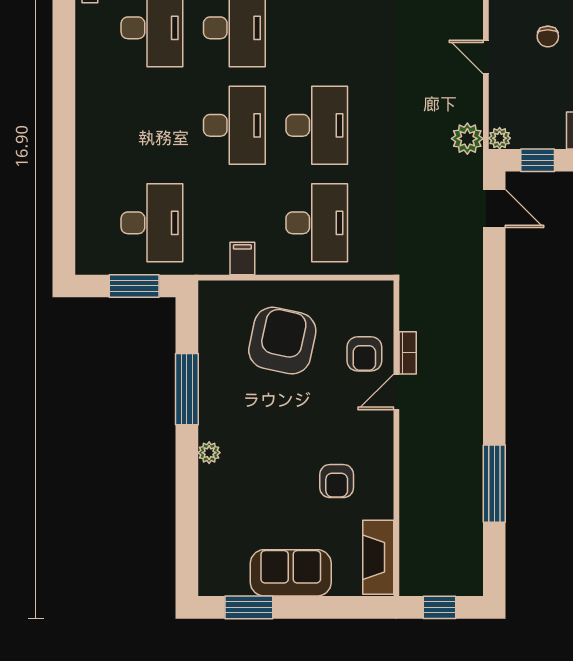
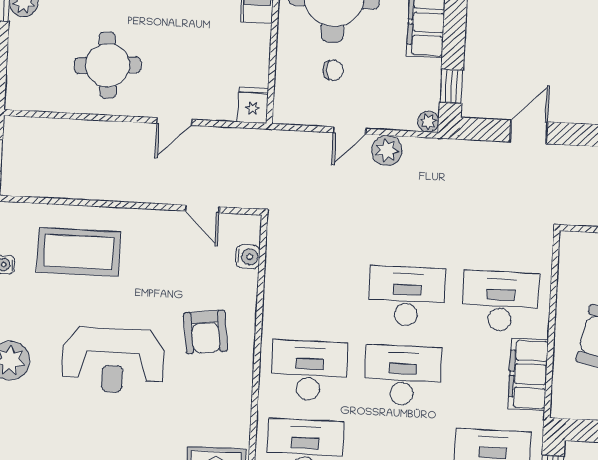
plant: (467, 139) -> (387, 150), moved
door: (494, 209) -> (529, 132), moved
filing cabinet: (242, 258) -> (528, 374), width x3.00, depth x1.17

